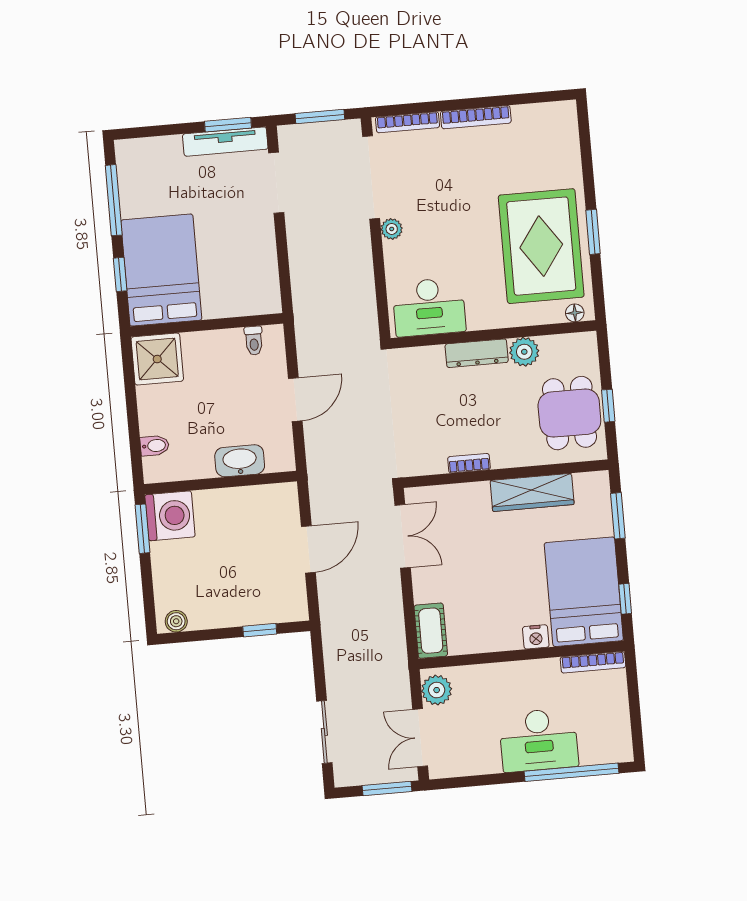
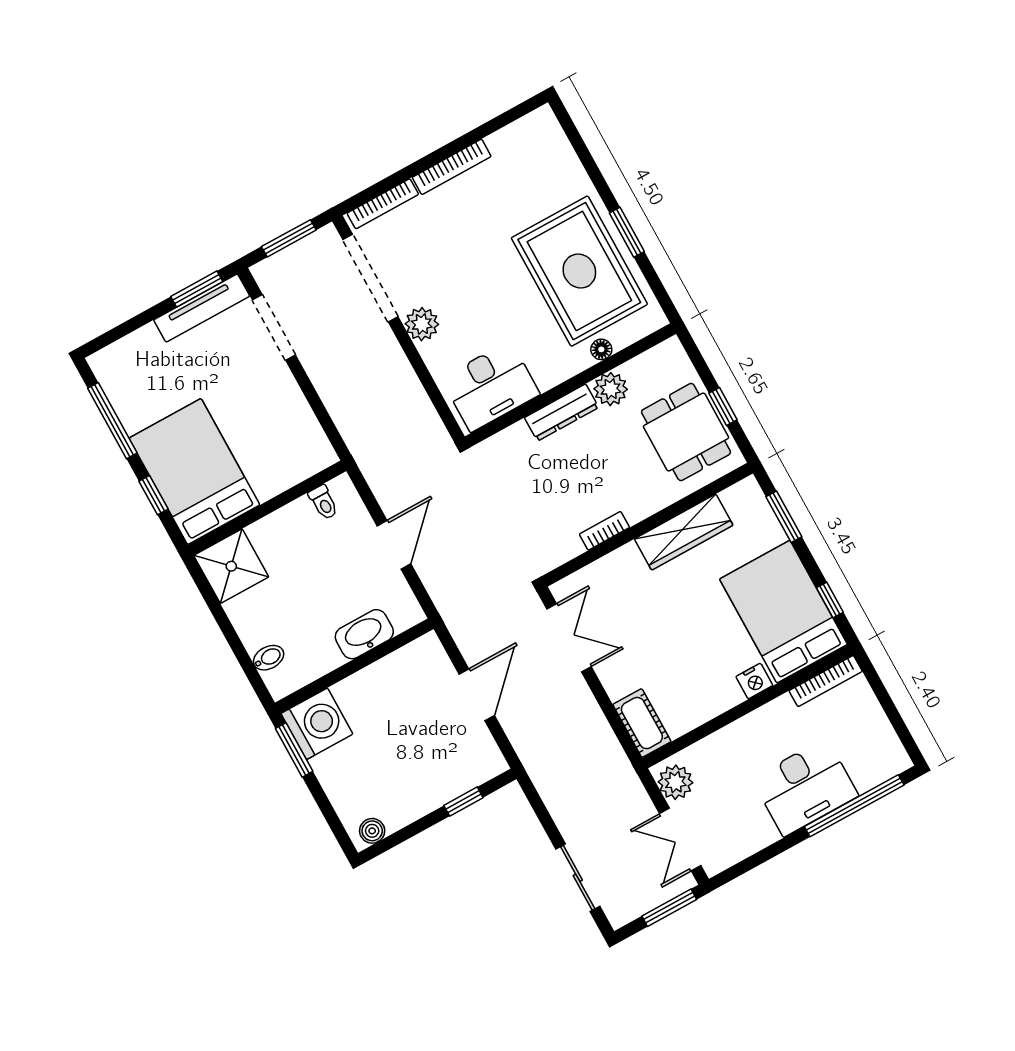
plant: (392, 229) -> (422, 324), width x1.38, depth x1.38
floor lamp: (575, 313) -> (601, 349), moved

